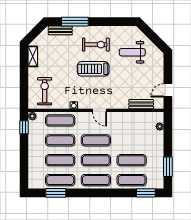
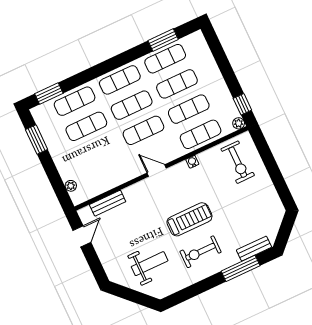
shelving: (33, 56) -> (273, 199), removed

